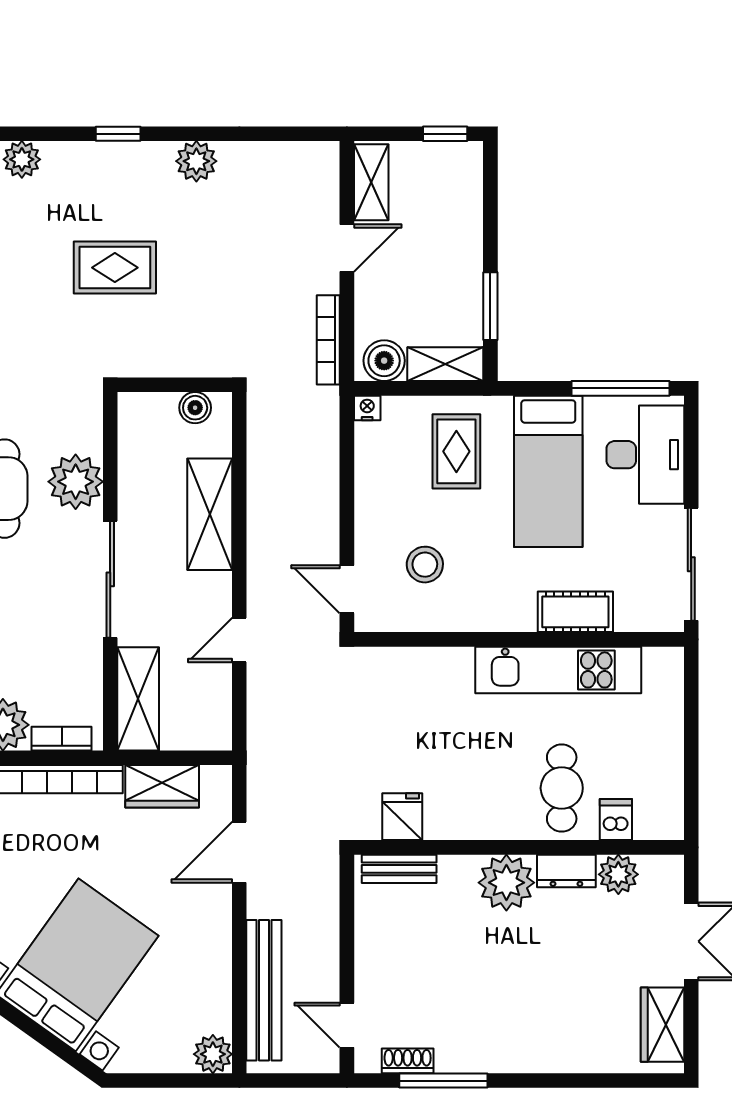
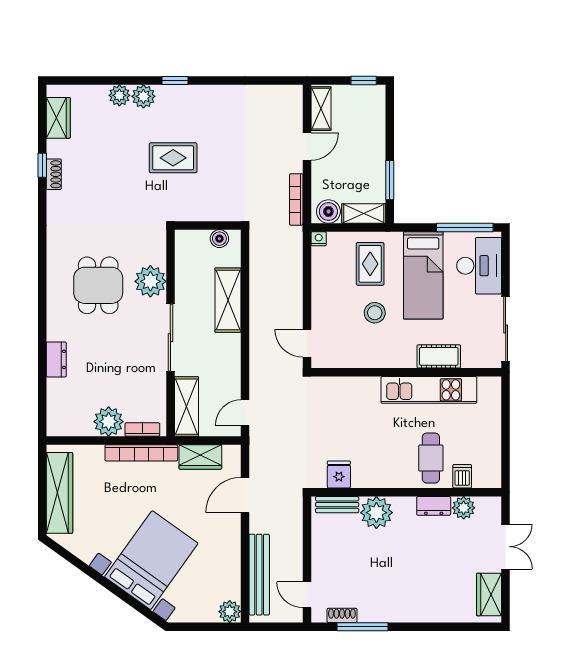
plant: (196, 161) -> (143, 96), moved
stool: (425, 565) -> (375, 313), moved
door: (239, 640) -> (245, 413), moved
plant: (506, 883) -> (376, 513), moved

